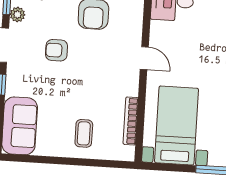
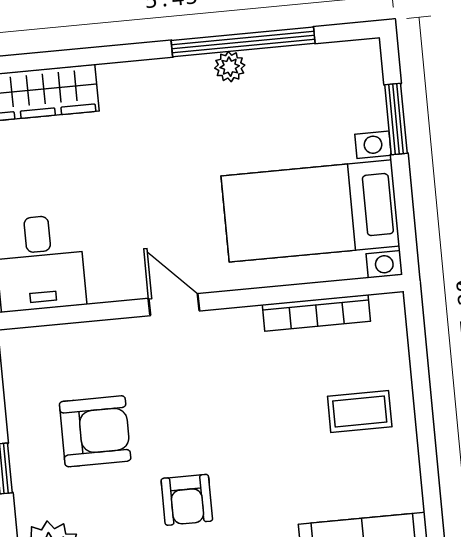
door: (144, 58) -> (174, 305), hinge flipped

